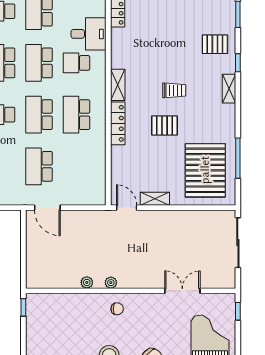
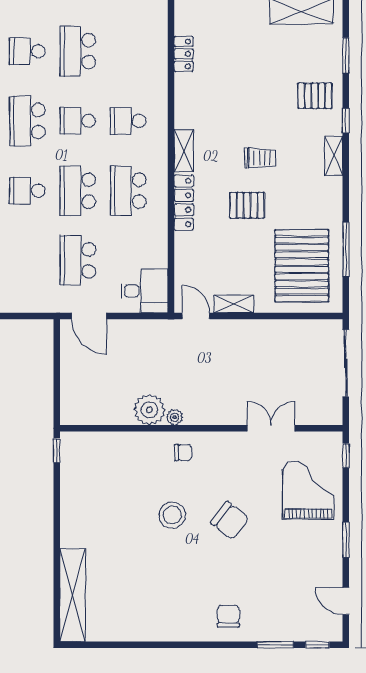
desk: (89, 34) -> (144, 291), moved
school desk: (39, 63) -> (78, 121), width x0.54
plant: (87, 282) -> (149, 410), width x1.87, depth x1.87

